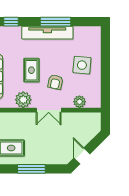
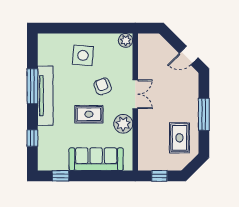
armchair: (55, 82) -> (103, 86), turned -123
plant: (79, 102) -> (126, 40), moved

